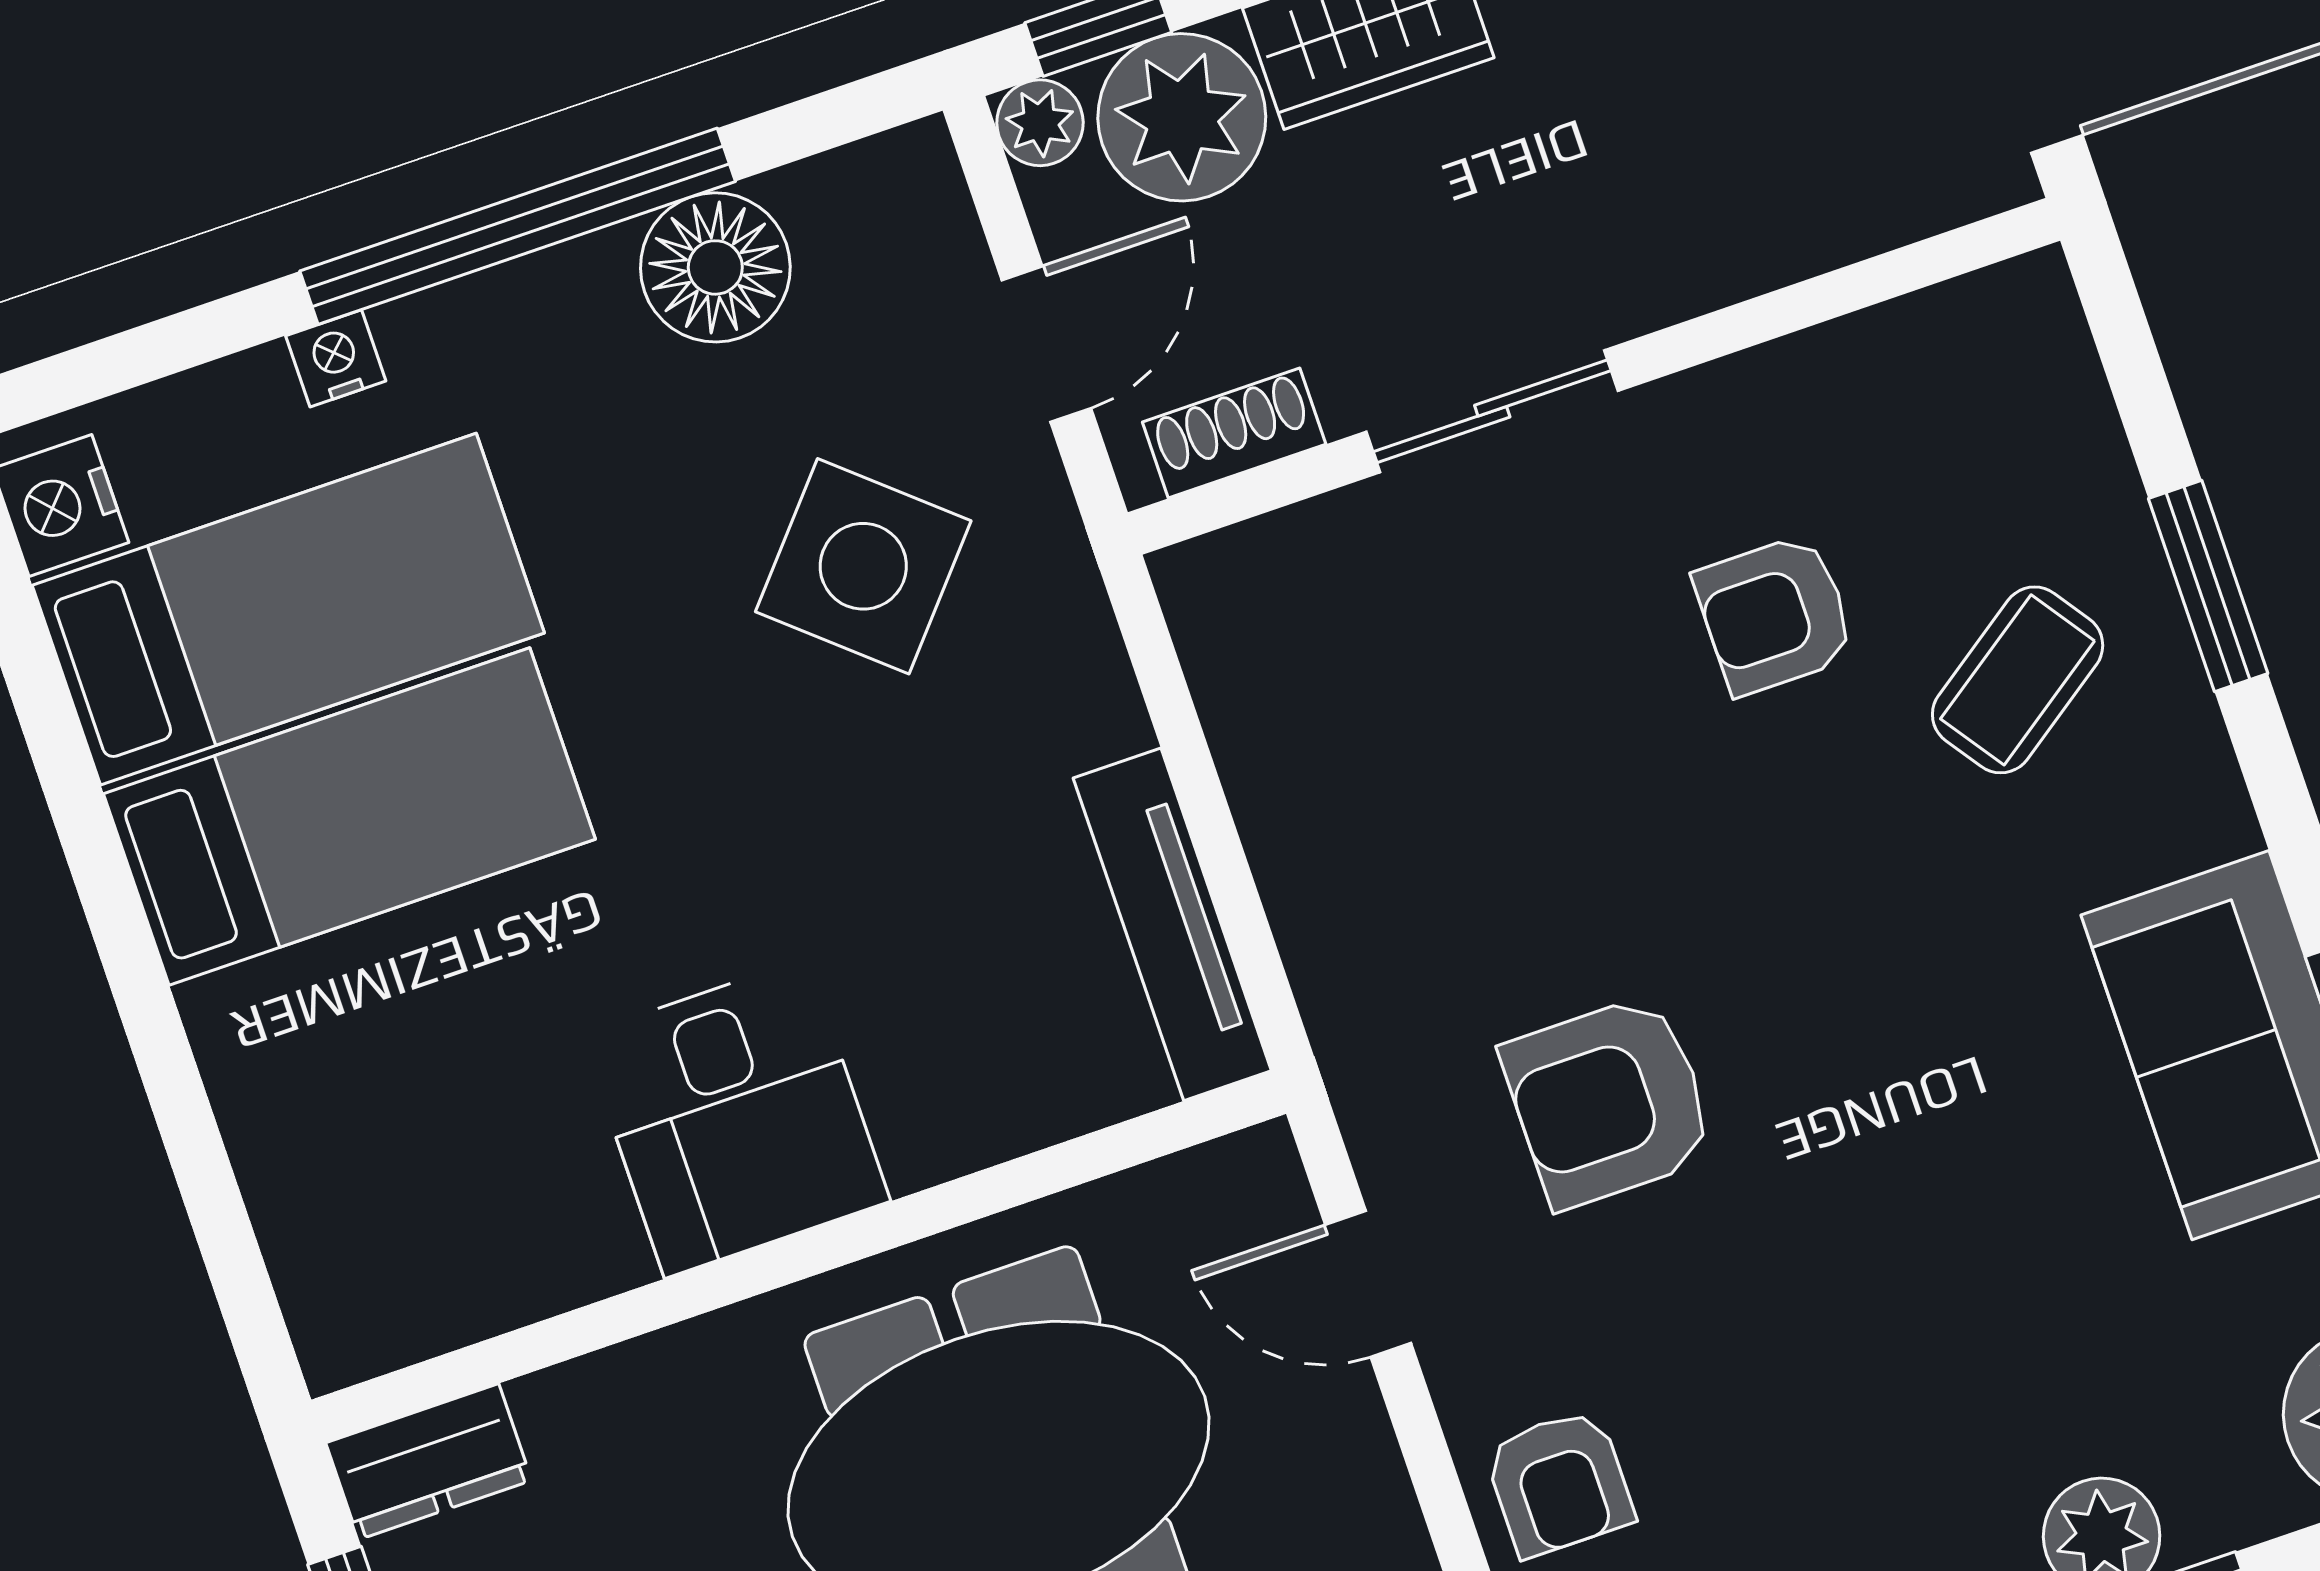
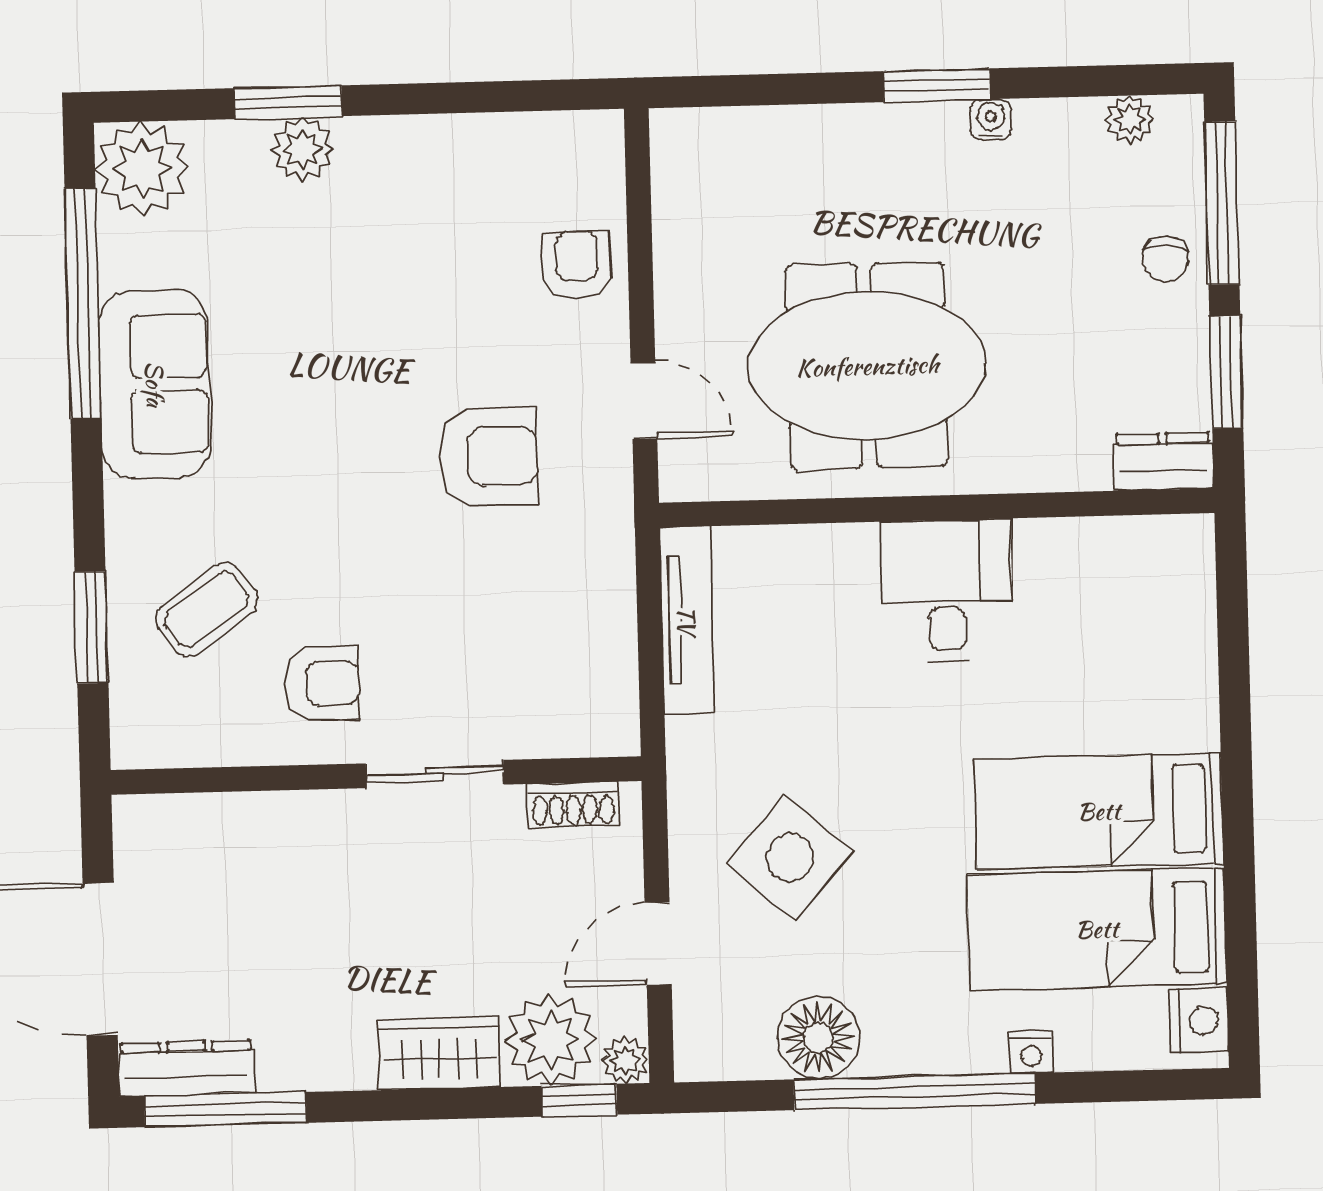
wall: (1594, 376) -> (376, 776), moved
sliding door: (1492, 411) -> (435, 774), moved
shoe rack: (1234, 433) -> (573, 805), moved

